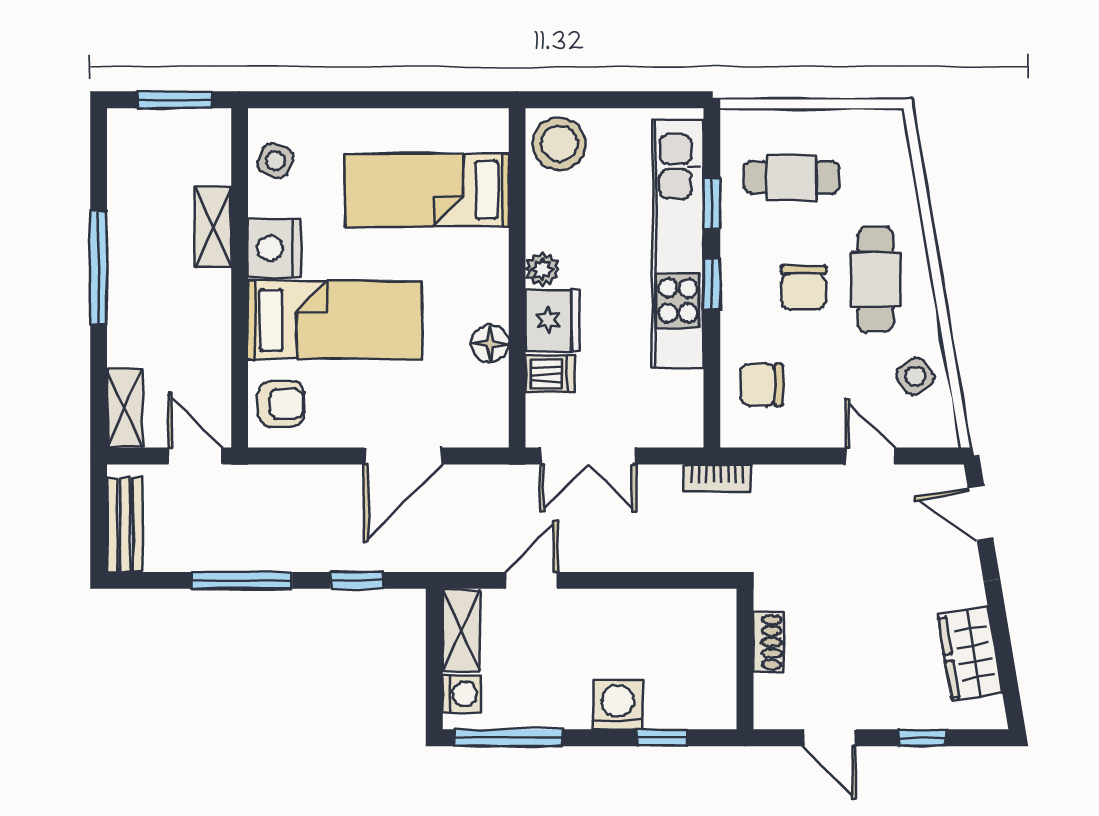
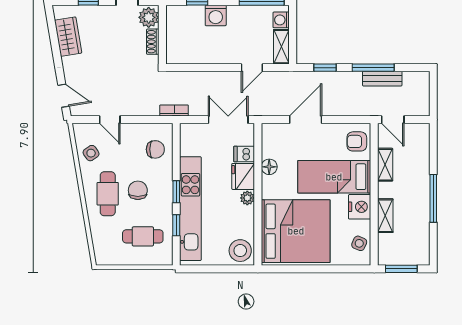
bed: (427, 190) -> (296, 231), width x2.04
shelving: (125, 408) -> (385, 165), moved
bench: (125, 525) -> (382, 79), moved, turned 90
plant: (778, 700) -> (149, 17), added

